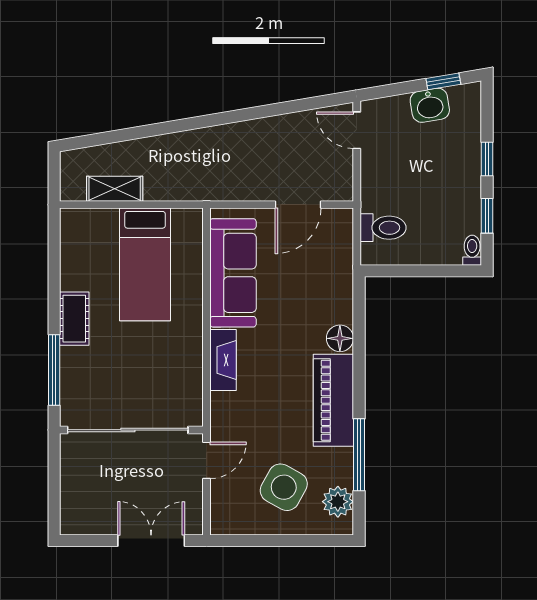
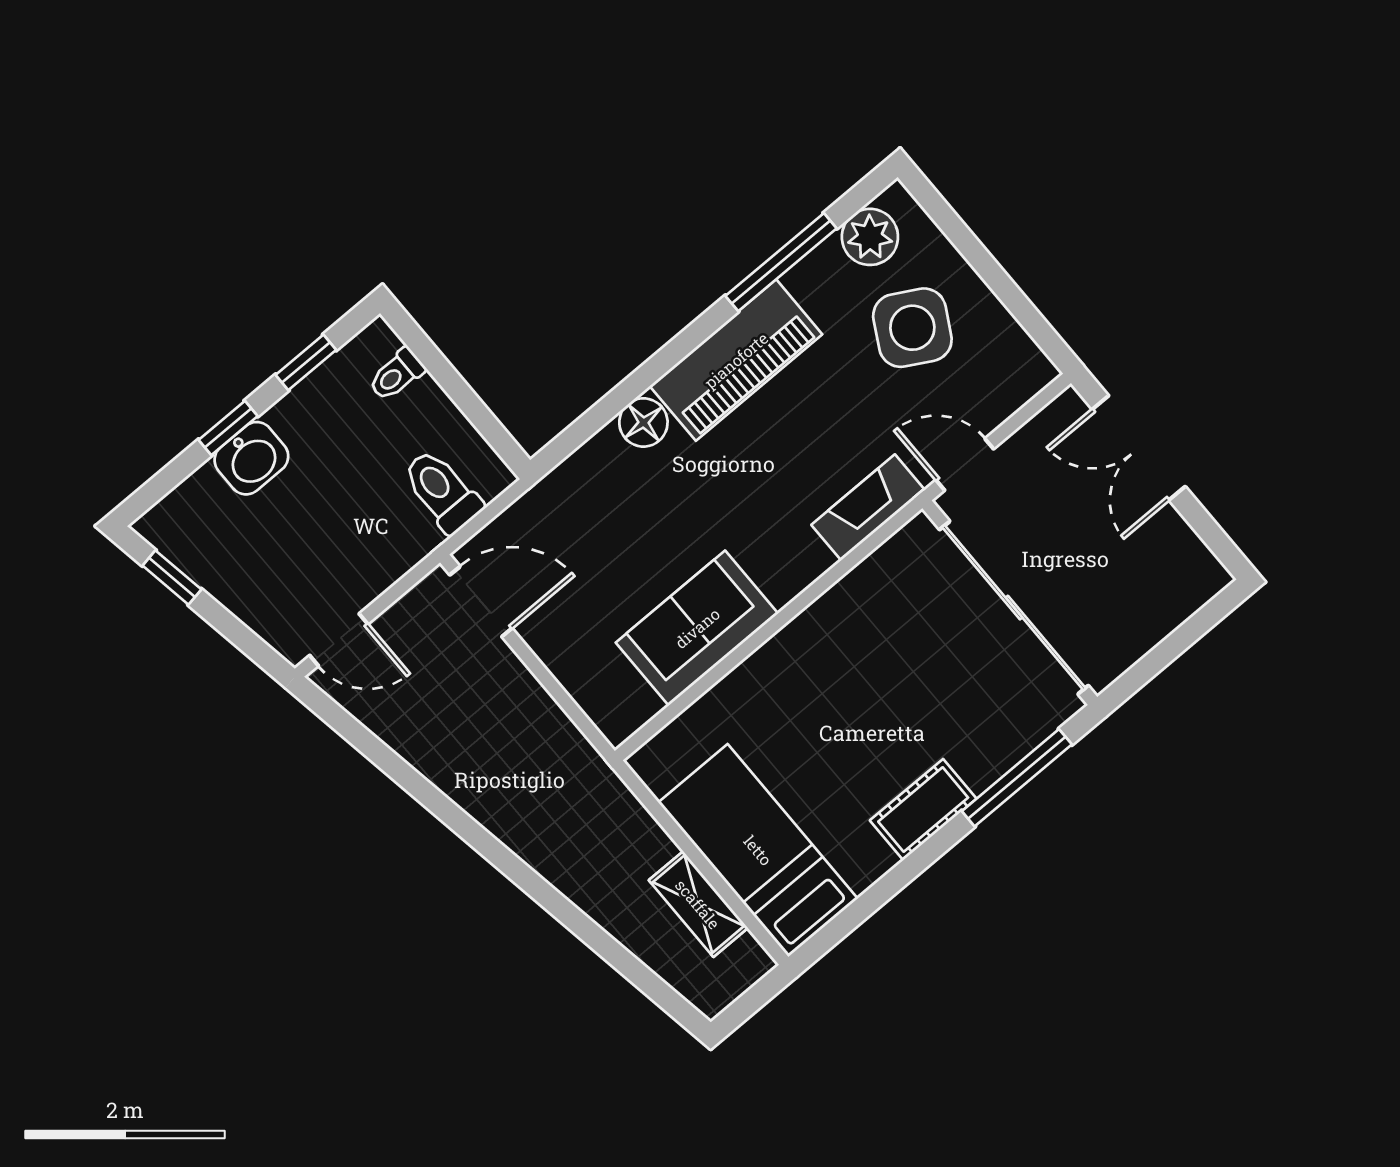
washbasin: (430, 105) -> (251, 458), moved, turned 100
door: (357, 130) -> (339, 640), hinge flipped
door: (298, 205) -> (481, 601), moved
toilet: (472, 250) -> (397, 375), moved
bed: (145, 264) -> (758, 850), moved, turned -90
sofa: (233, 273) -> (697, 628), width x0.73
fireplace: (223, 360) -> (868, 507), moved

